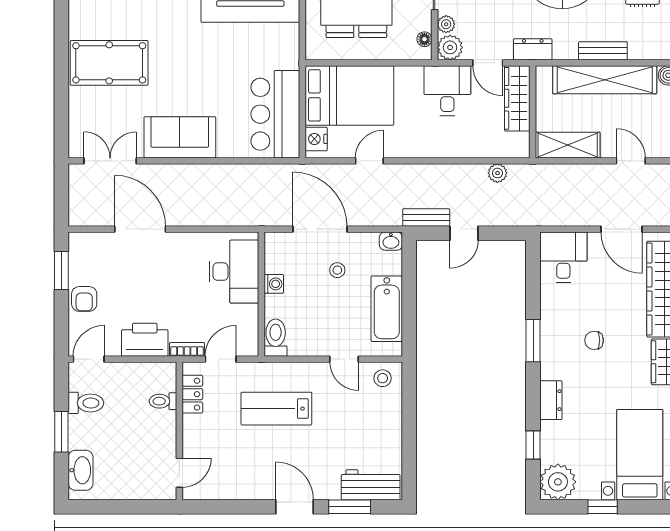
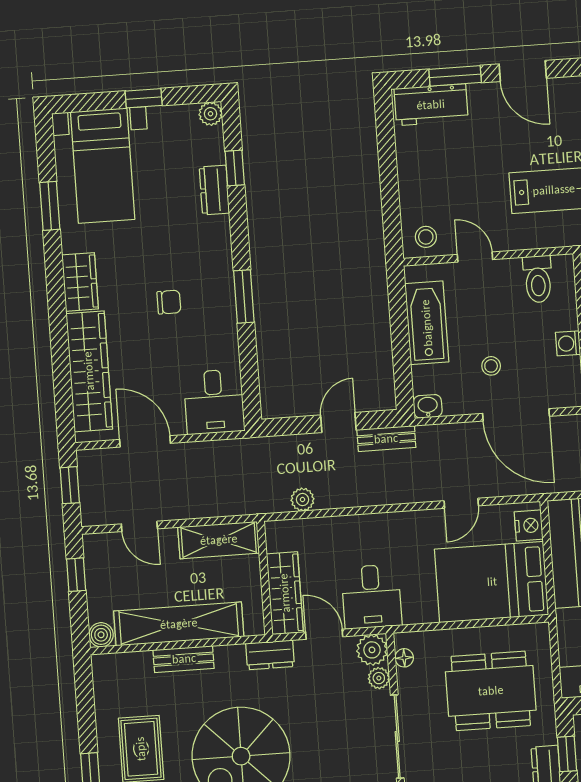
toilet: (276, 338) -> (538, 279), moved
dresser: (551, 400) -> (214, 190), moved
plant: (558, 482) -> (211, 114), width x0.53, depth x0.53

